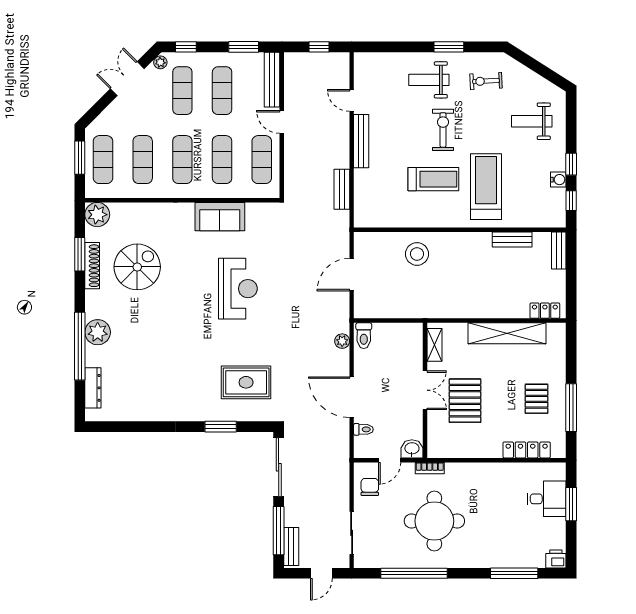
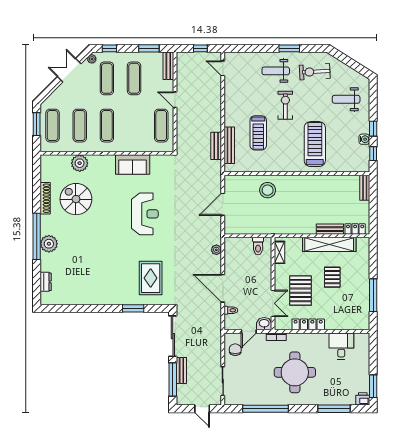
bench: (272, 80) -> (168, 66), width x0.73
exercise bike: (486, 81) -> (315, 72), width x1.38, depth x1.39
door: (352, 100) -> (223, 68), moved
bench: (361, 141) -> (229, 145), moved
exercise mat: (222, 160) -> (134, 126), removed
treadmill: (433, 179) -> (258, 133), moved, turned 90
plant: (97, 215) -> (80, 163), moved
bench: (512, 239) -> (330, 229), moved
window: (80, 254) -> (37, 190), removed
spiral stairs: (137, 267) -> (76, 199), turned -90
toilet: (364, 336) -> (258, 246), moved
window: (80, 346) -> (37, 236), moved
rug: (246, 382) -> (151, 278), turned 90
dresser: (93, 388) -> (46, 282), width x0.70
double door: (425, 390) -> (273, 303), moved
pallet: (537, 399) -> (332, 277), moved
locker: (527, 450) -> (308, 324), moved
desk: (547, 499) -> (341, 346), moved, turned -90
window: (571, 504) -> (373, 386), moved
round table: (434, 521) -> (295, 372), moved
bench: (291, 546) -> (181, 371), moved
door: (321, 573) -> (202, 409), hinge flipped

